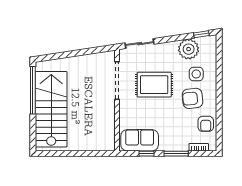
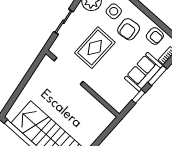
sliding door: (140, 44) -> (63, 22), moved
sofa: (140, 140) -> (144, 72), moved

